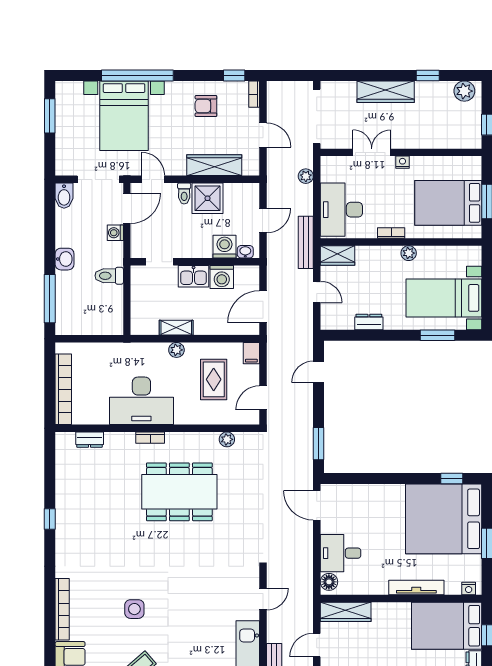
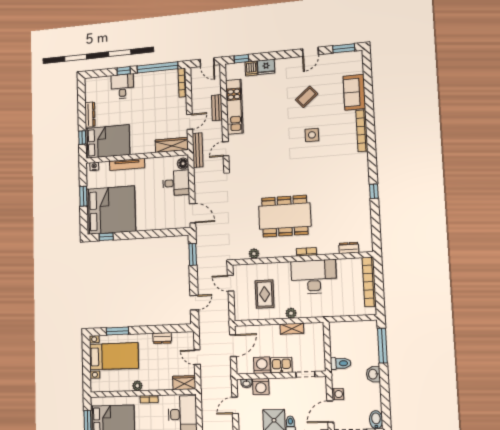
bench: (306, 242) -> (198, 150), moved
filing cabinet: (251, 353) -> (240, 313), removed
door: (263, 398) -> (231, 283), swing flipped

